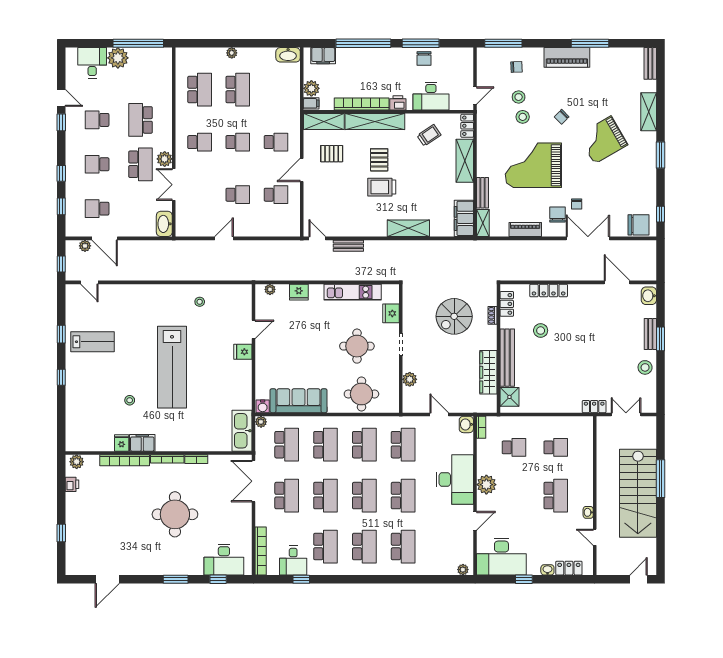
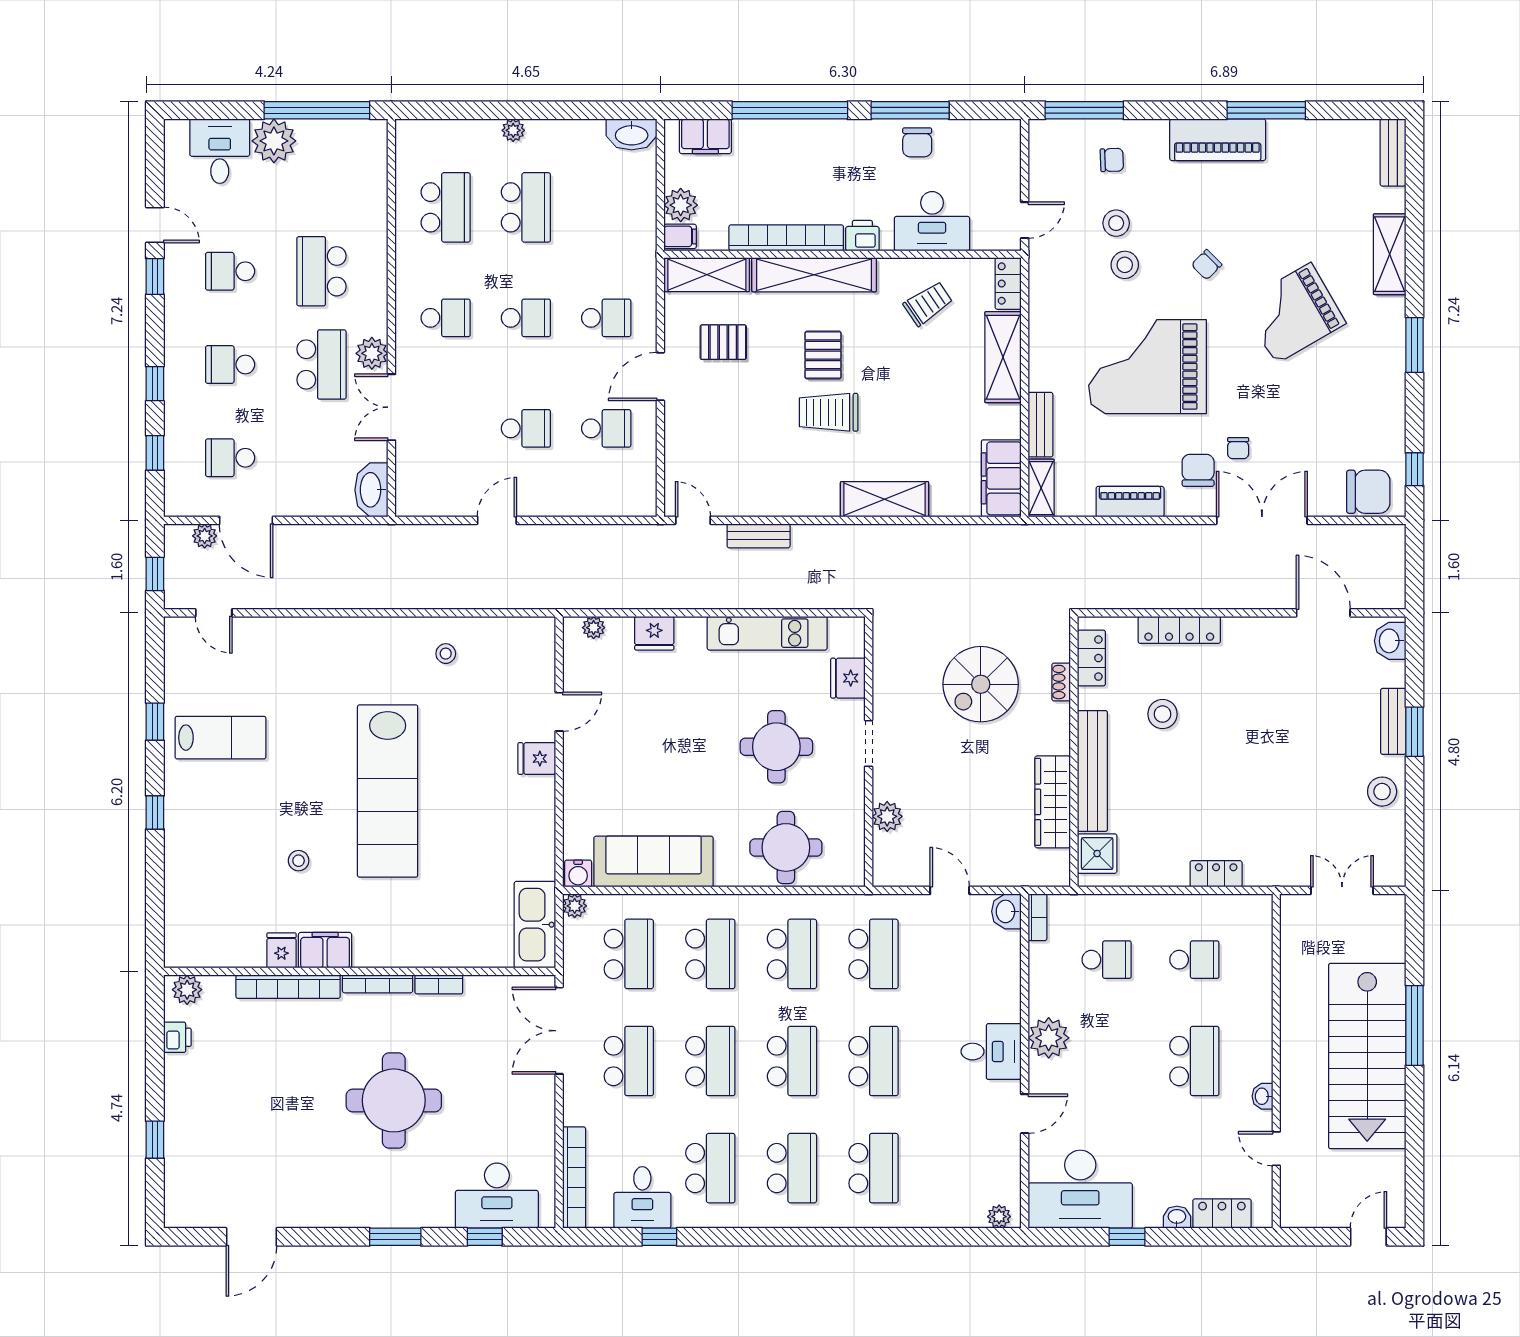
locker: (594, 407) -> (1216, 874), moved
desk: (455, 479) -> (991, 1052), width x0.53, depth x0.77

